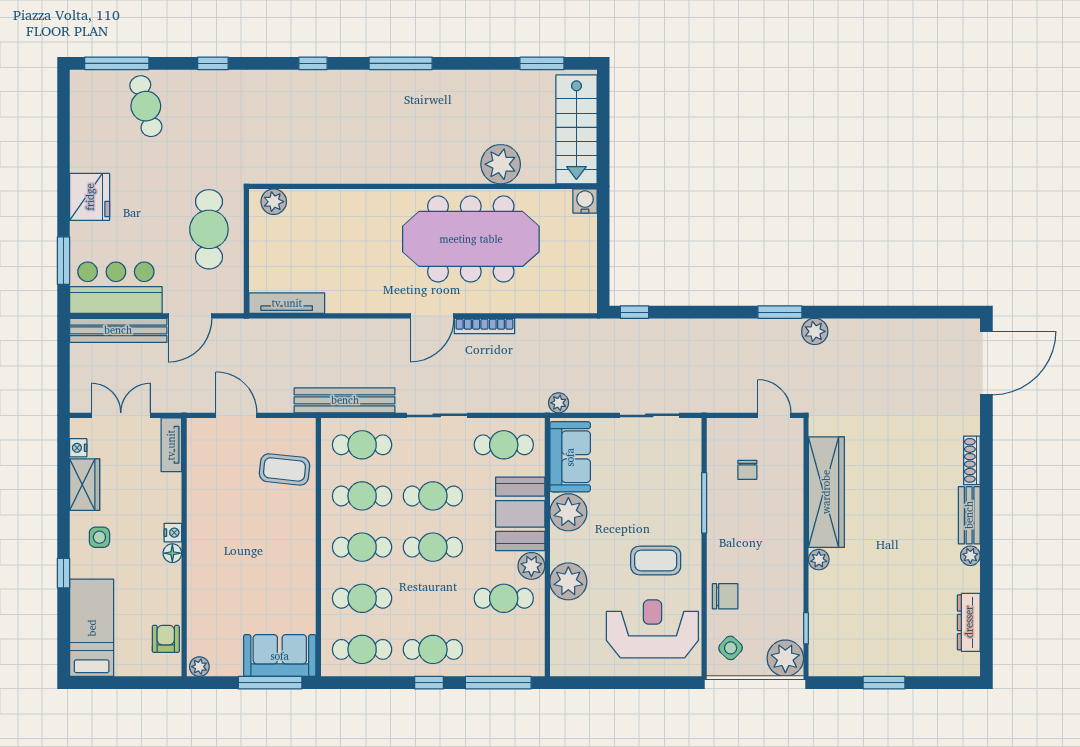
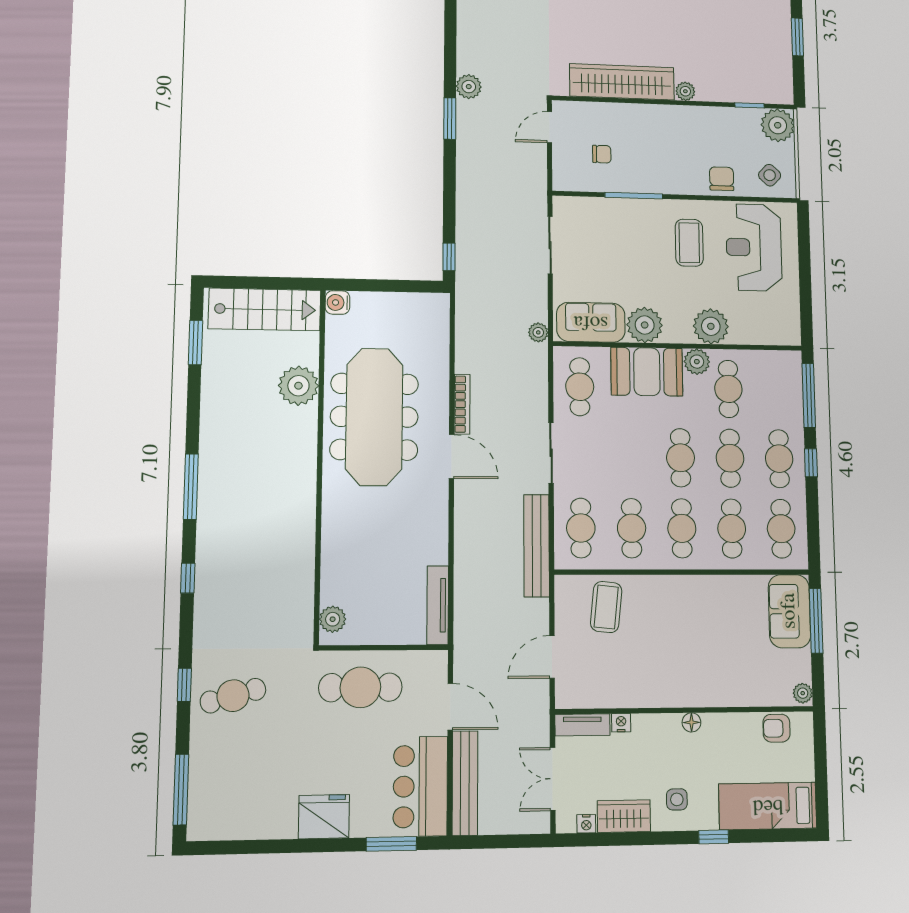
cafe table: (146, 106) -> (233, 696), moved
cafe table: (433, 496) -> (730, 458), moved
nightstand: (173, 533) -> (621, 723), moved

